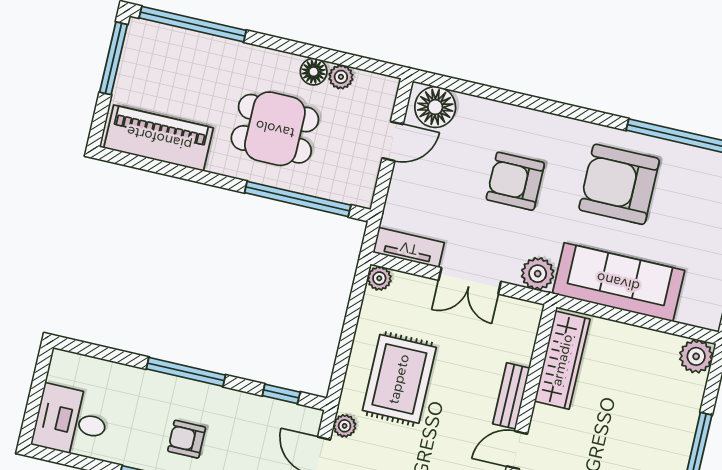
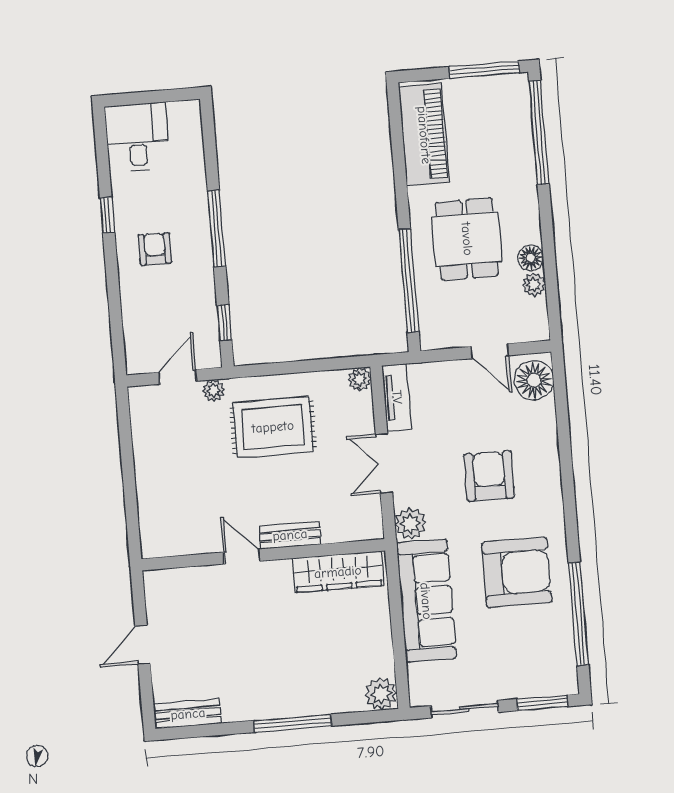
armchair: (619, 184) -> (517, 572), turned 90

